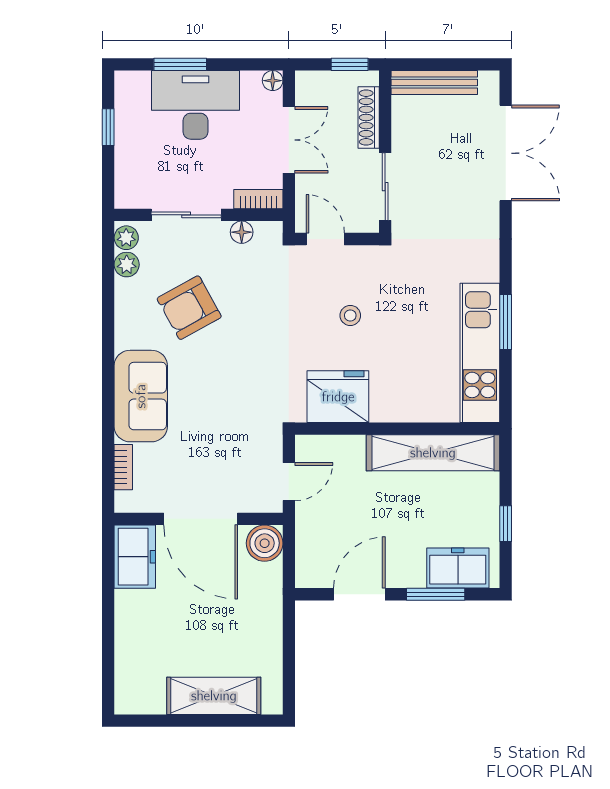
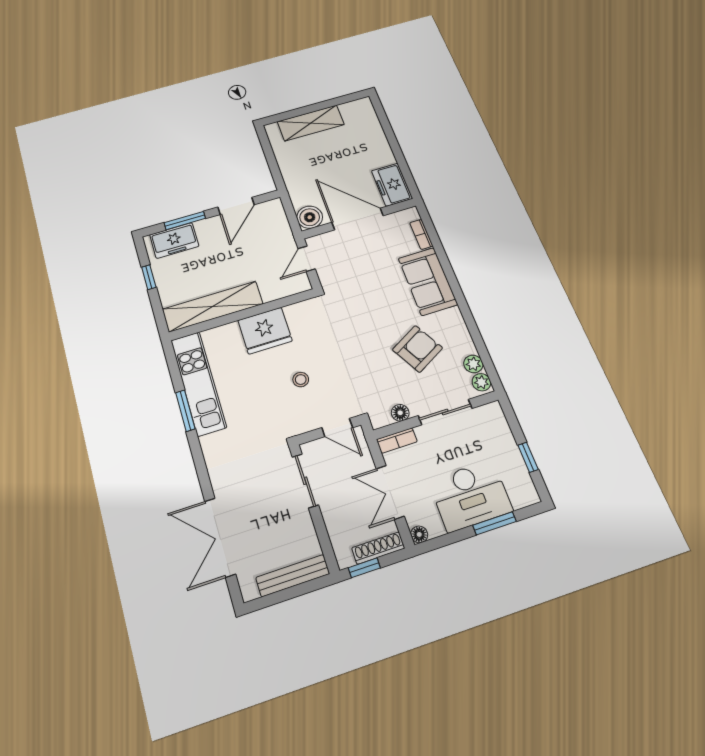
shoe rack: (369, 118) -> (378, 548), moved, turned -90
fridge: (338, 397) -> (265, 331), moved

